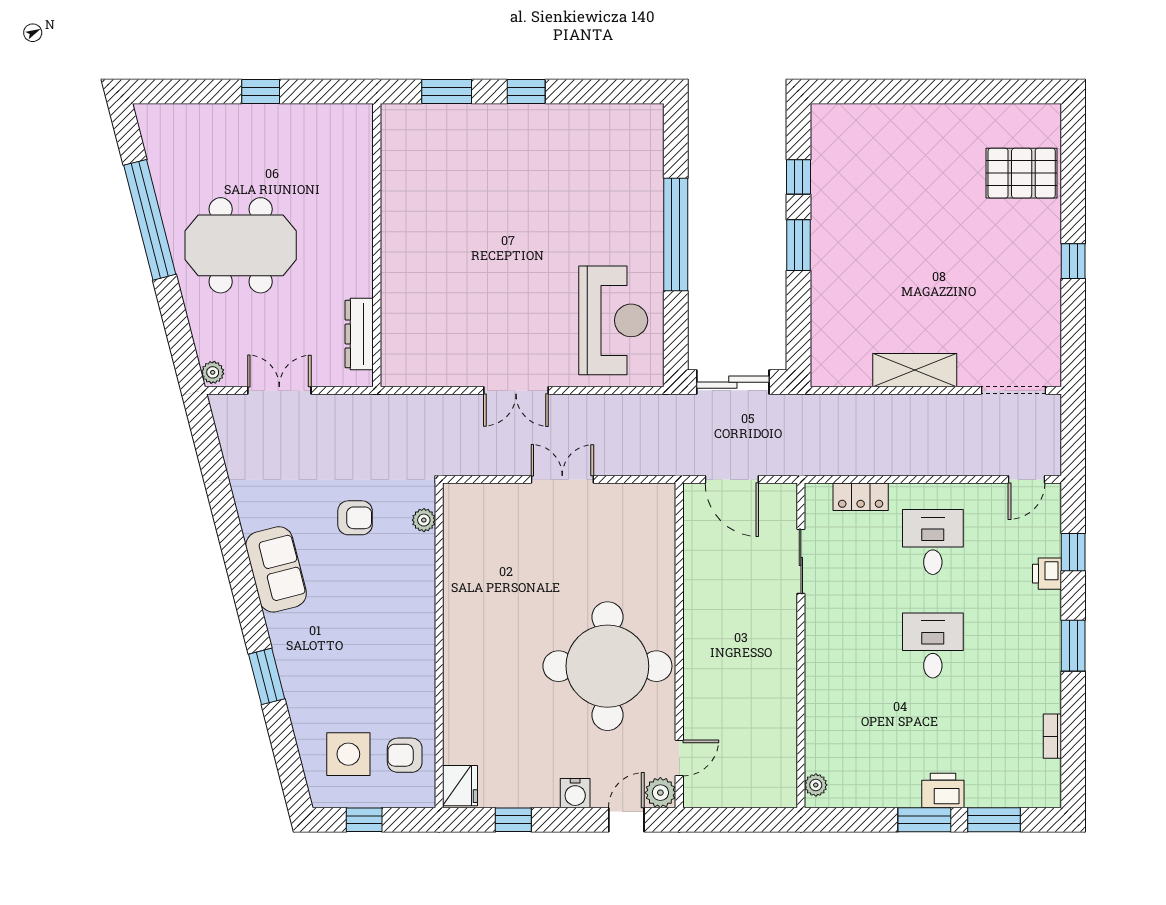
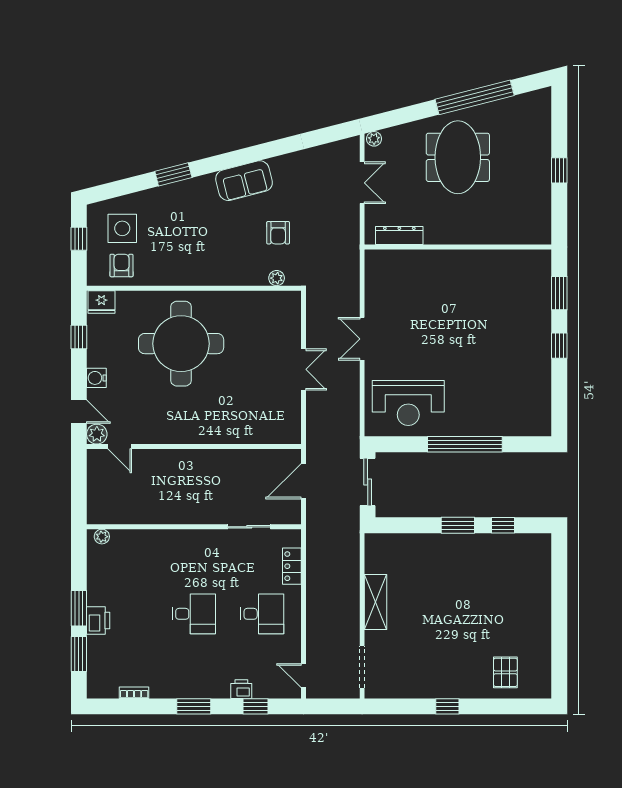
pallet: (1022, 173) -> (505, 672), width x0.67, depth x0.71
round table: (607, 666) -> (181, 344), moved

